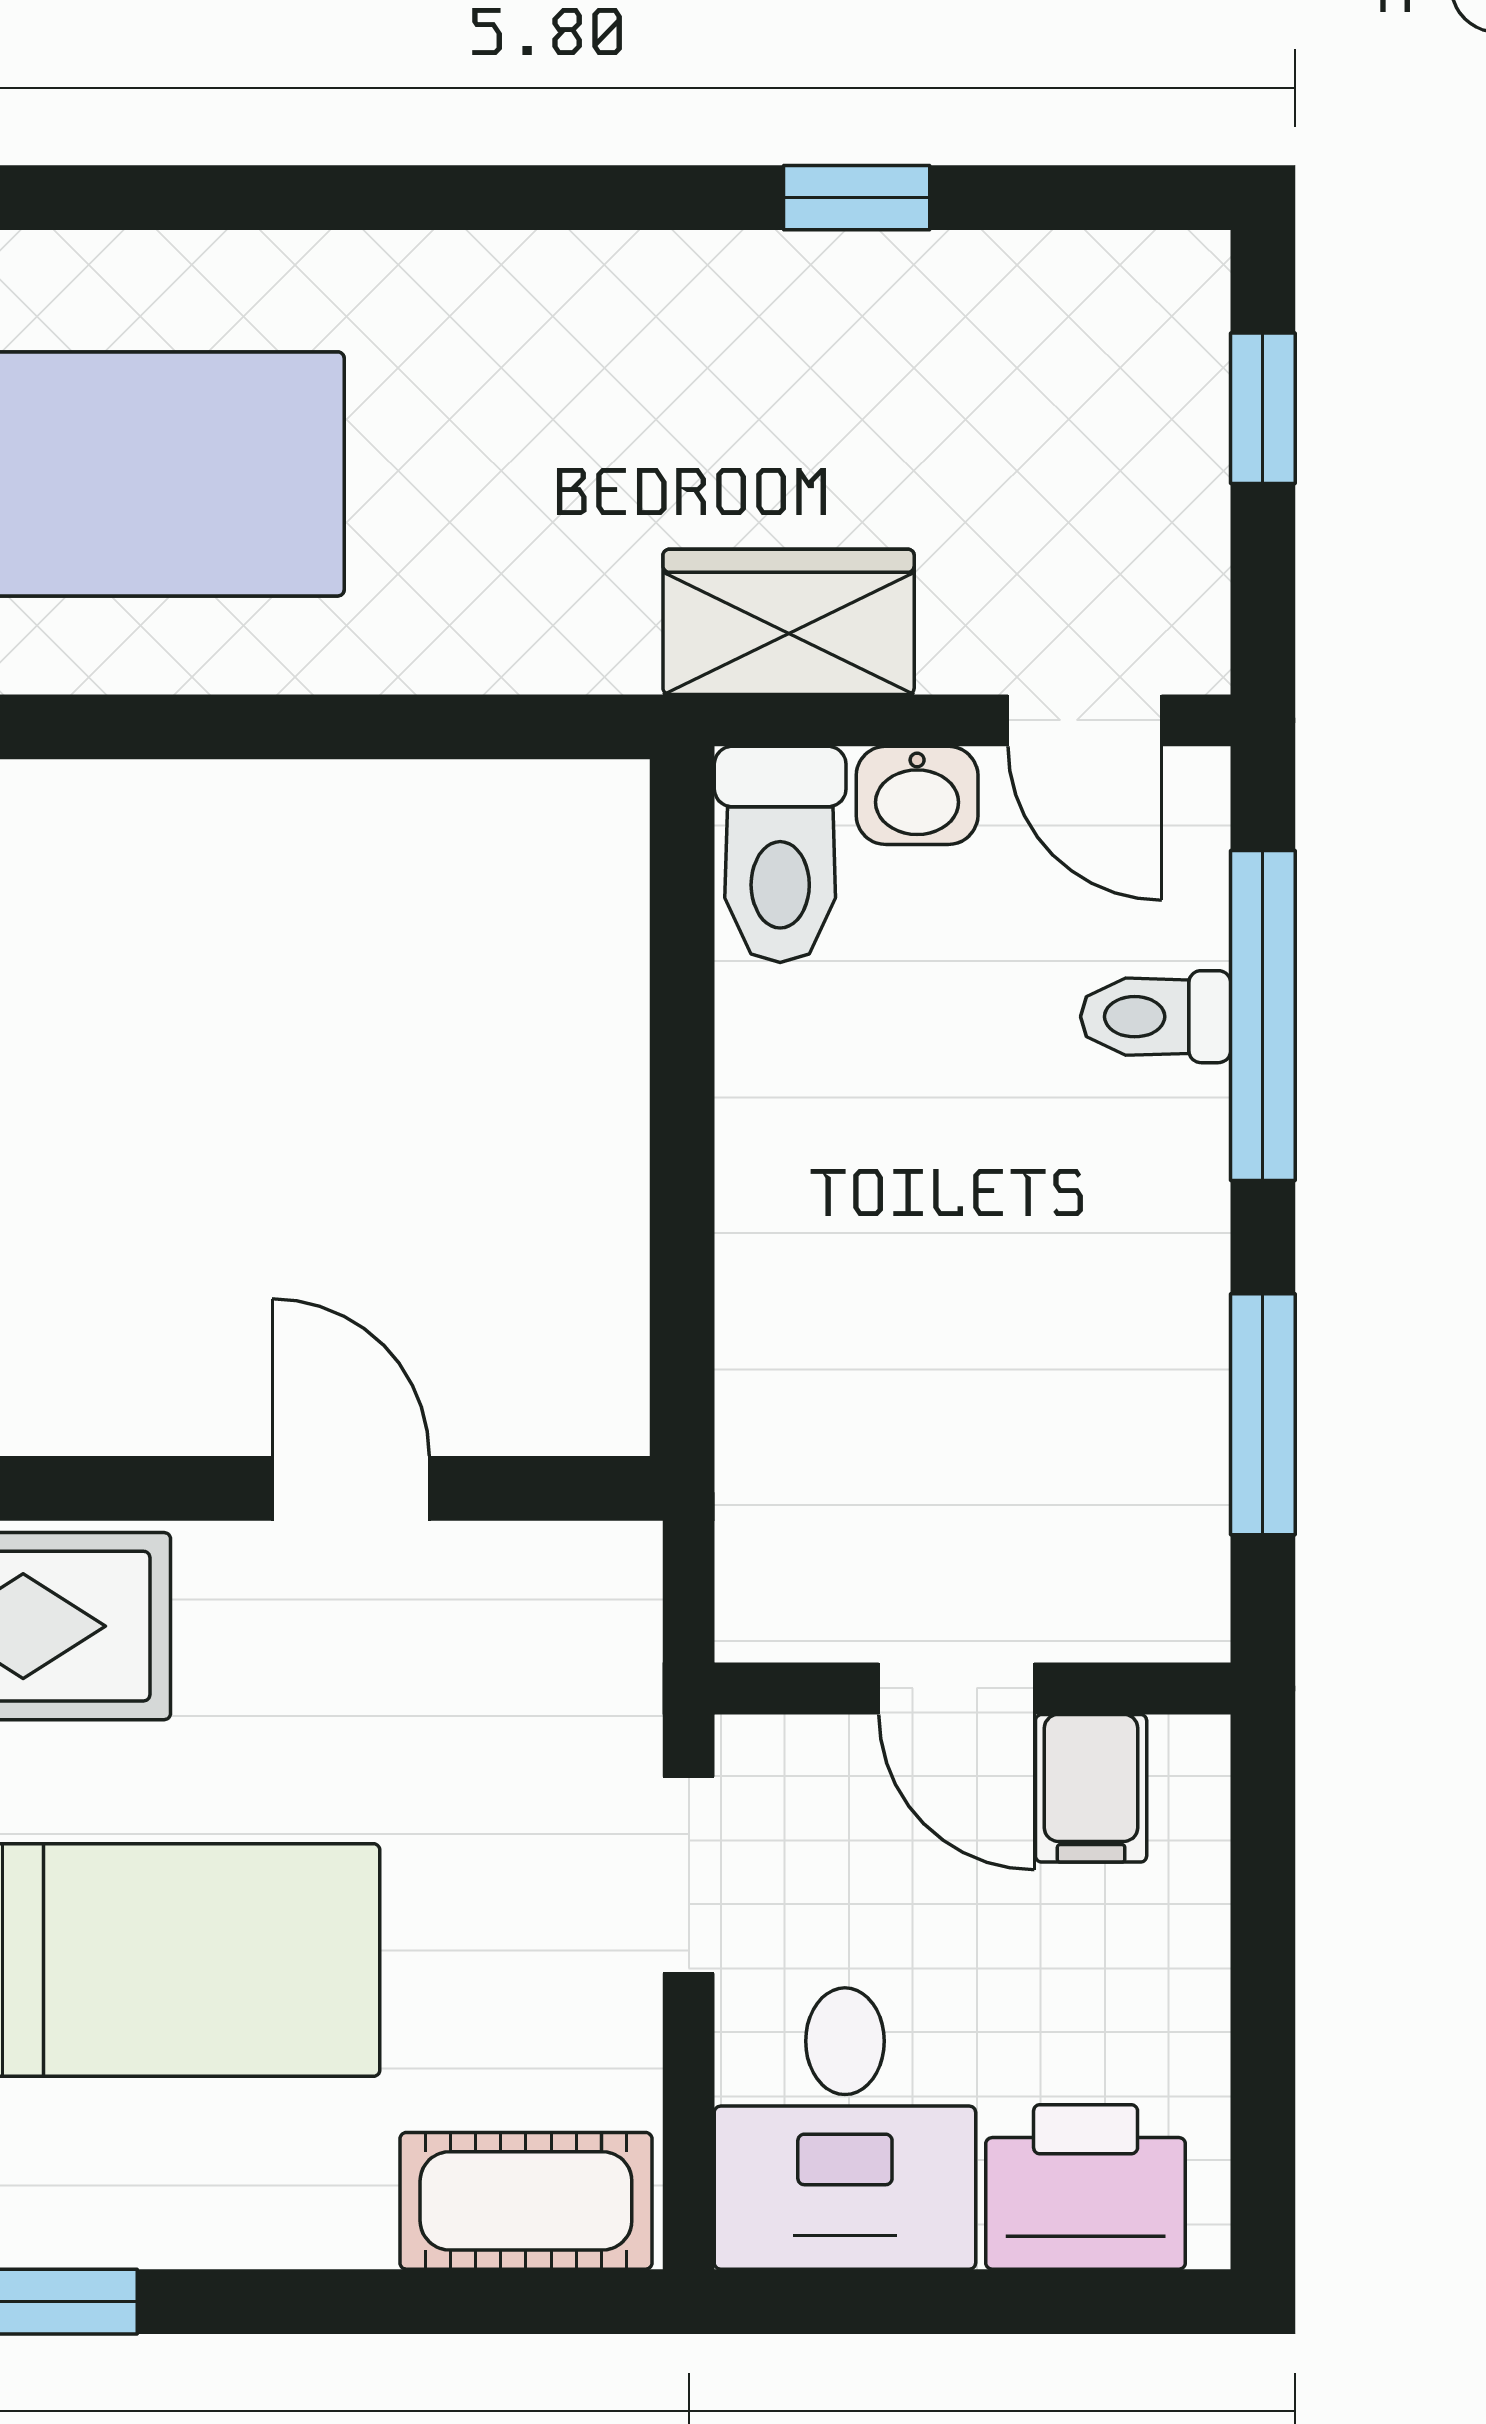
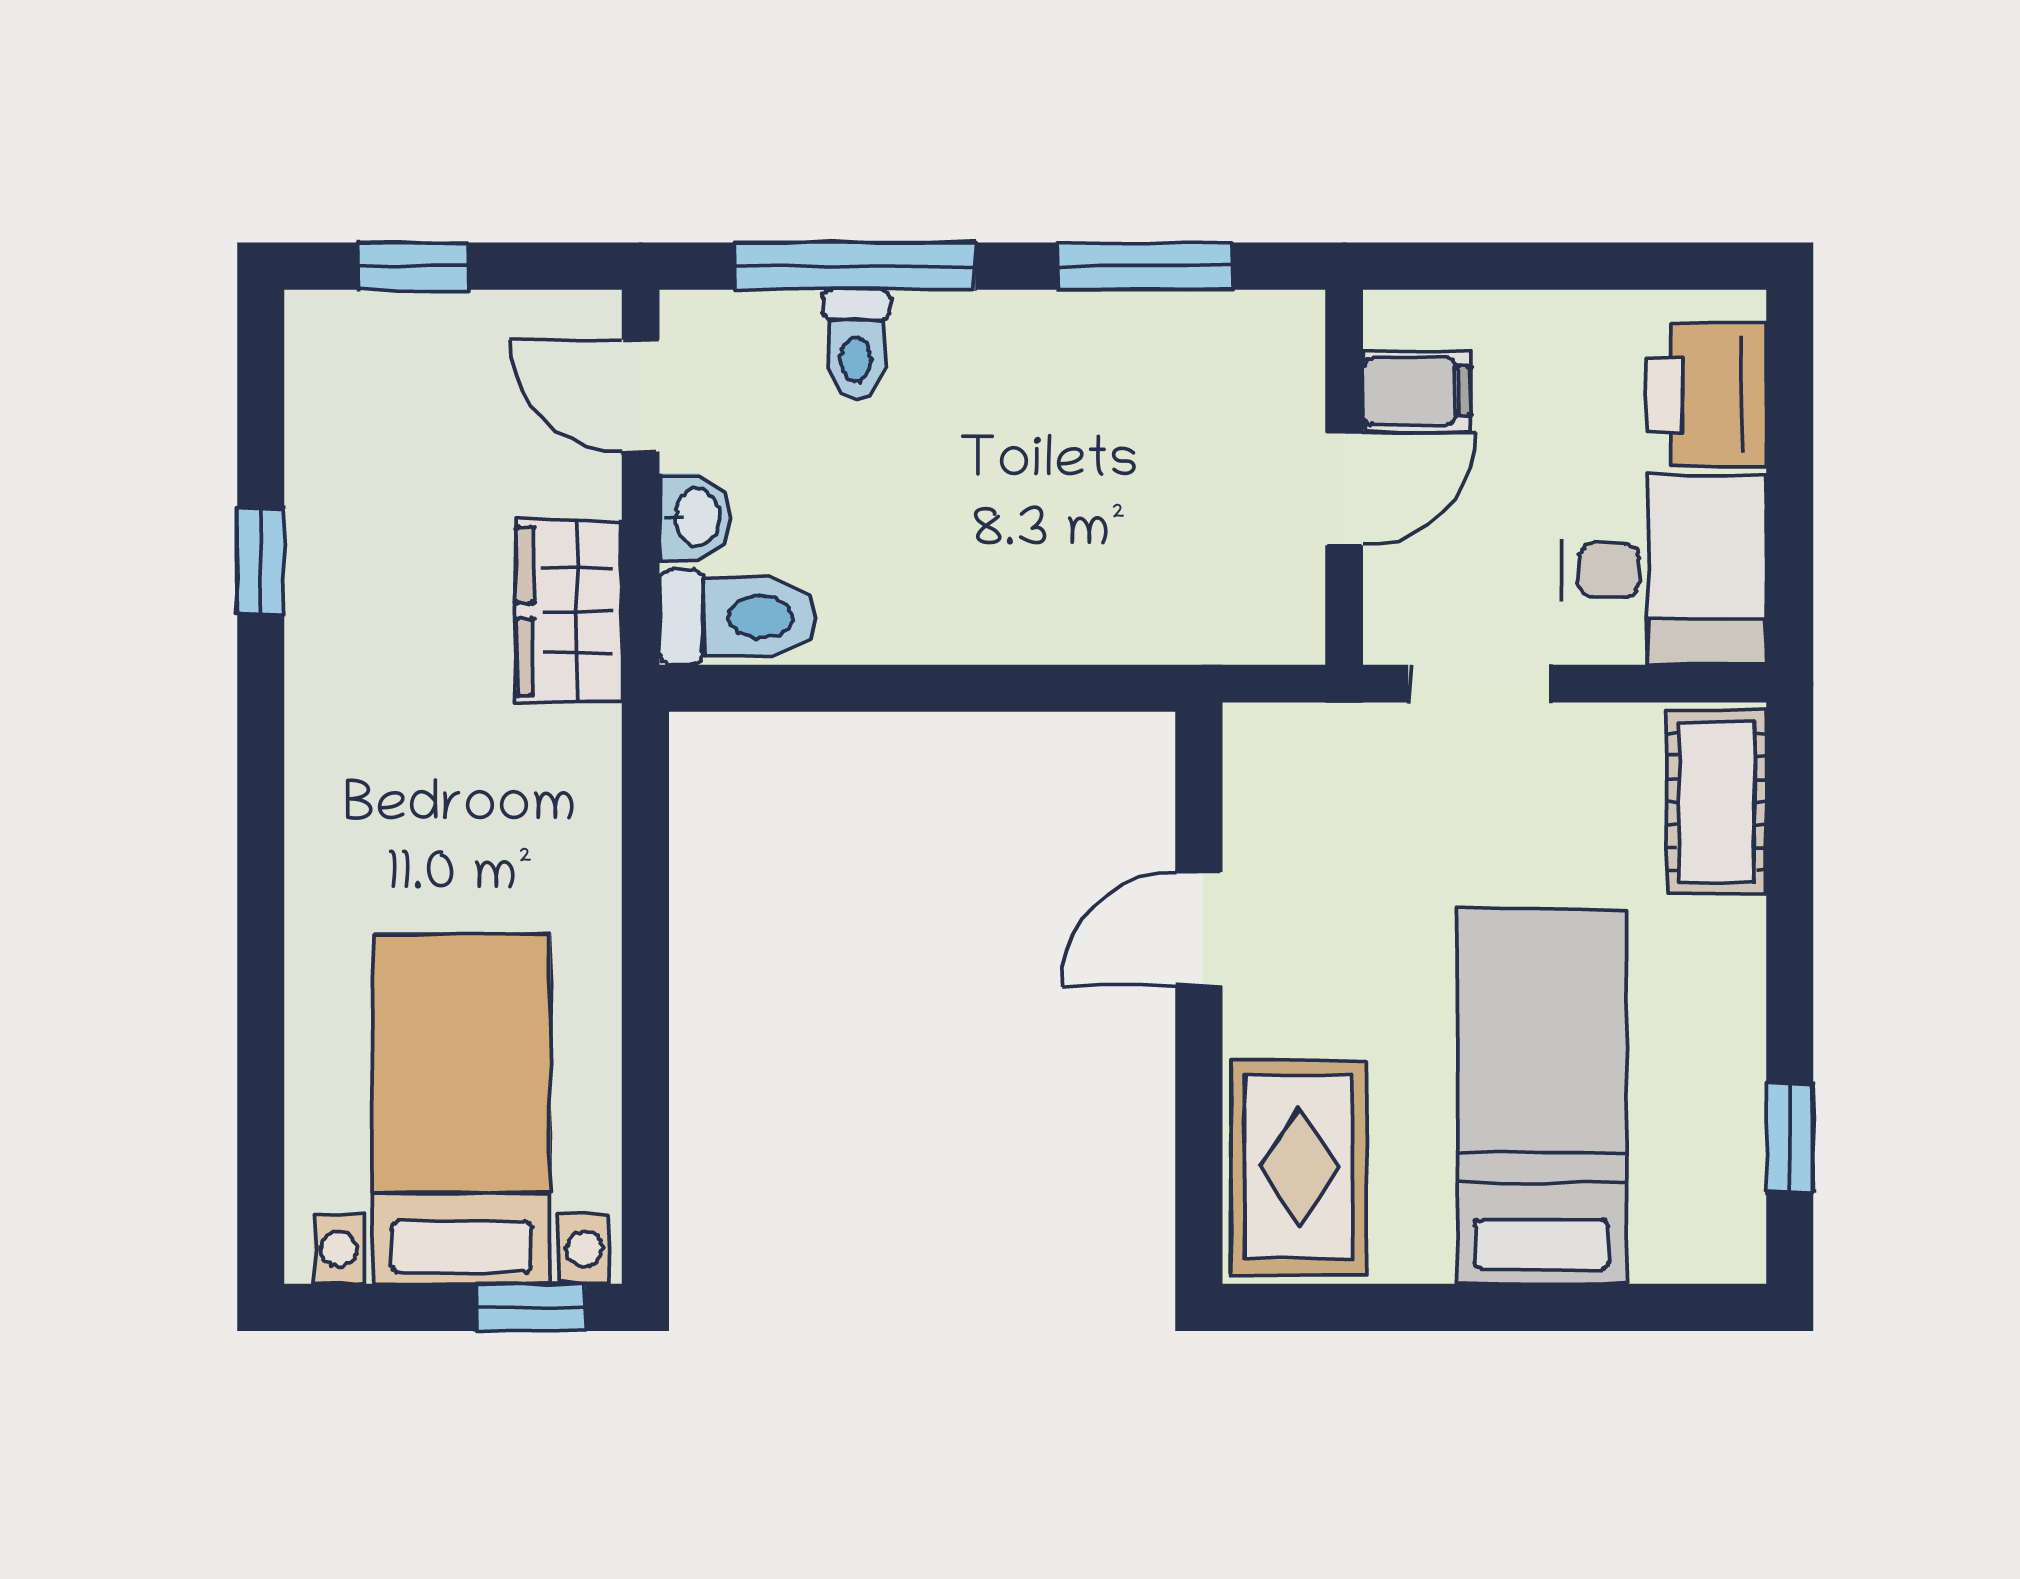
door: (1085, 720) -> (641, 396), swing flipped

